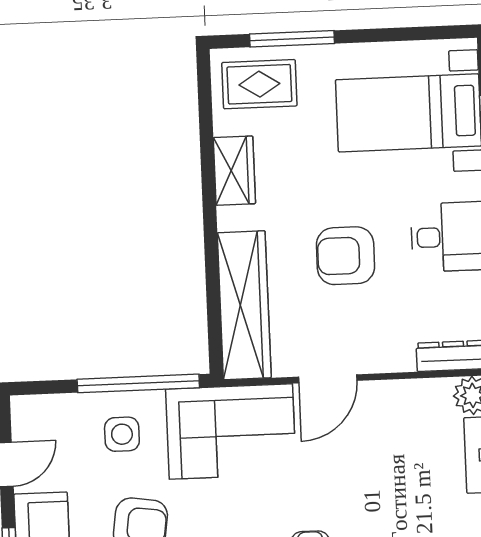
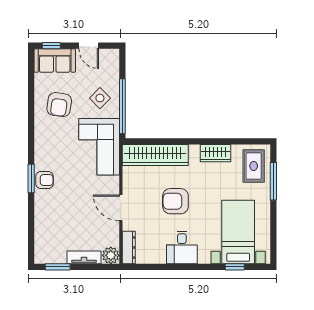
armchair: (345, 256) -> (175, 201), turned -90
door: (328, 379) -> (121, 208), moved
side table: (122, 434) -> (100, 98), turned 45

